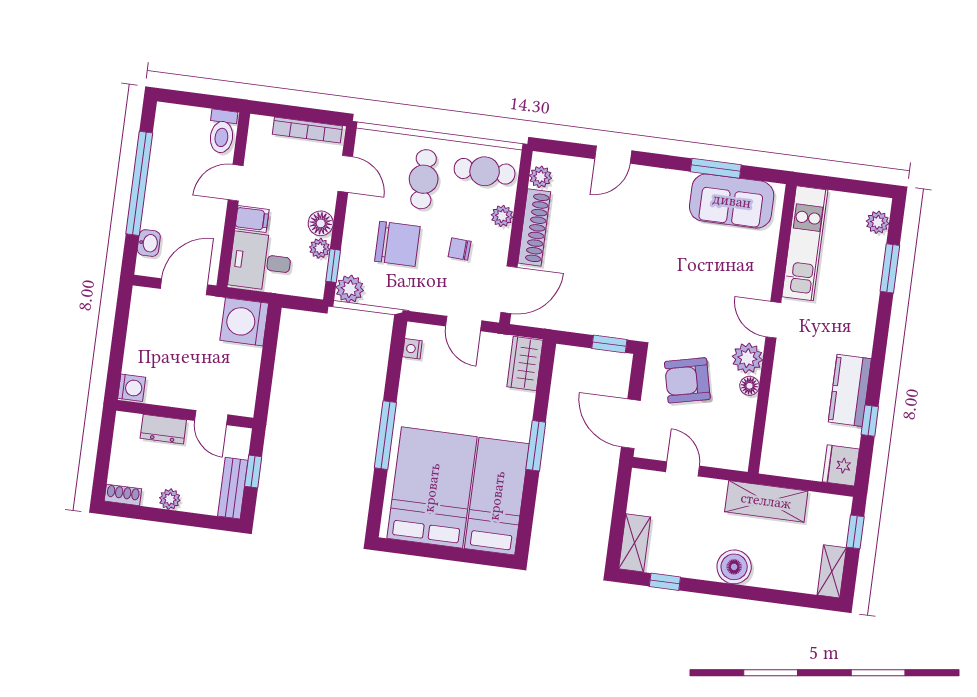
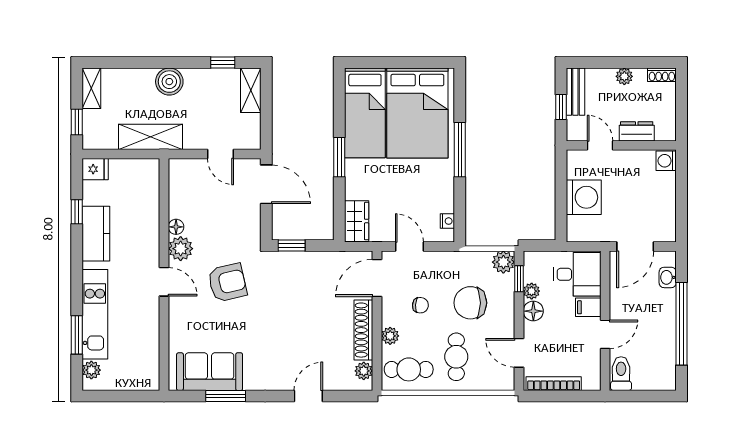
kitchen unit: (805, 243) -> (95, 314), moved, turned 180
washing machine: (244, 322) -> (584, 197), moved
armchair: (687, 380) -> (227, 283), moved
fridge: (841, 465) -> (95, 169), width x0.72

